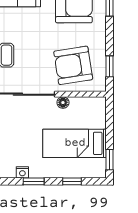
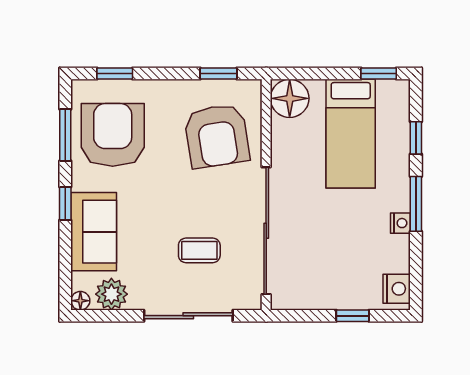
floor lamp: (63, 103) -> (290, 98), moved, width x1.89, depth x1.89
window: (34, 181) -> (416, 204), width x1.50

